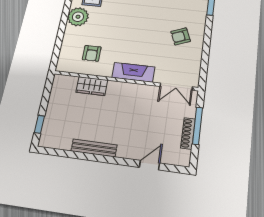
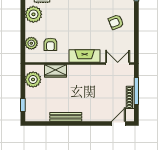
plant: (68, 49) -> (31, 43), added
double door: (176, 87) -> (118, 63), swing flipped
plant: (60, 93) -> (33, 79), added
door: (150, 165) -> (119, 123), moved

